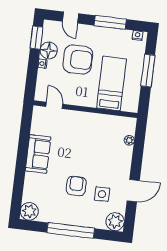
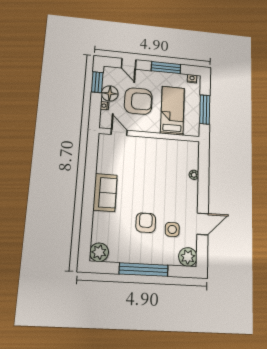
bed: (112, 83) -> (172, 111), moved
door: (54, 105) -> (119, 132), moved
wall: (85, 109) -> (150, 135), moved

